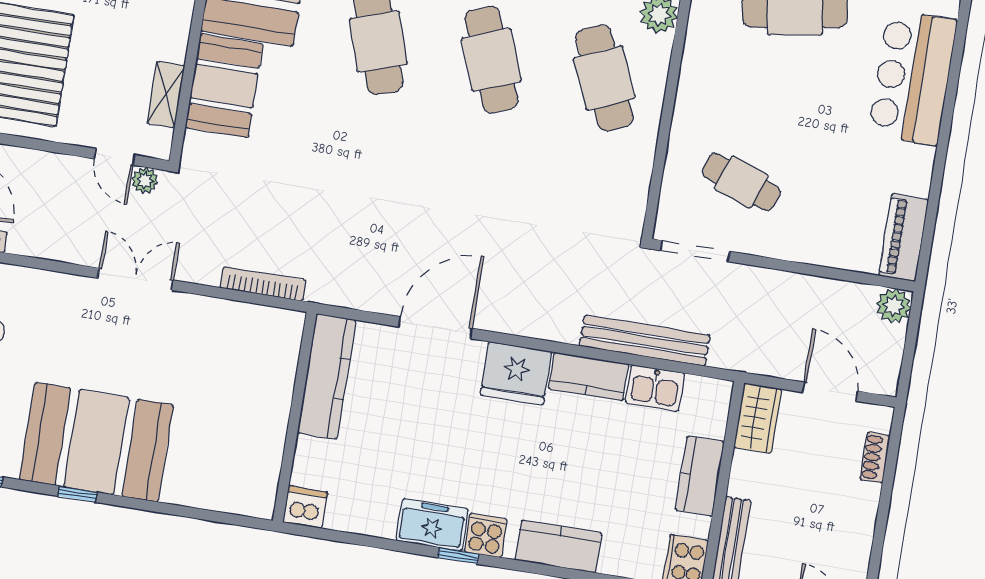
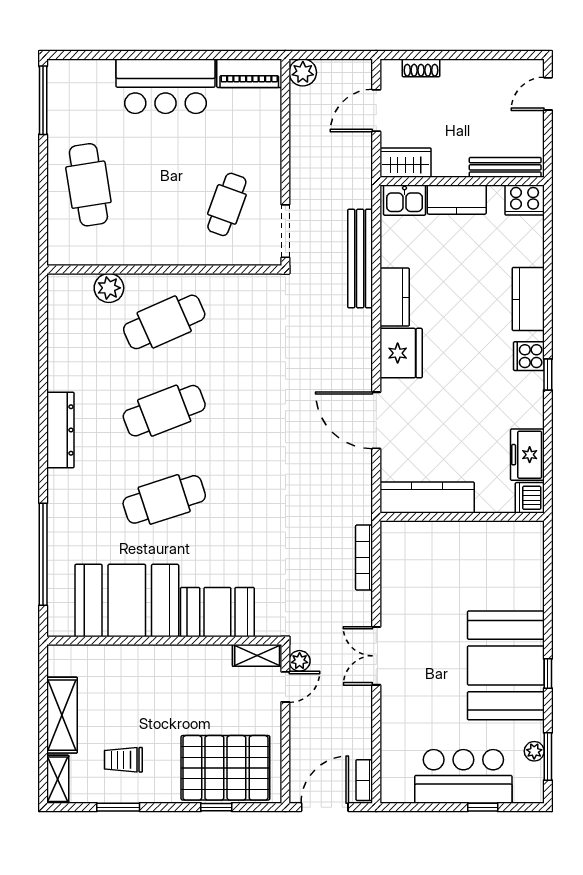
bar counter: (913, 77) -> (165, 86), moved
shelving: (166, 95) -> (257, 655), moved
kitchen sink: (655, 388) -> (405, 200), moved, turned 90
freezer: (432, 525) -> (527, 455), moved

